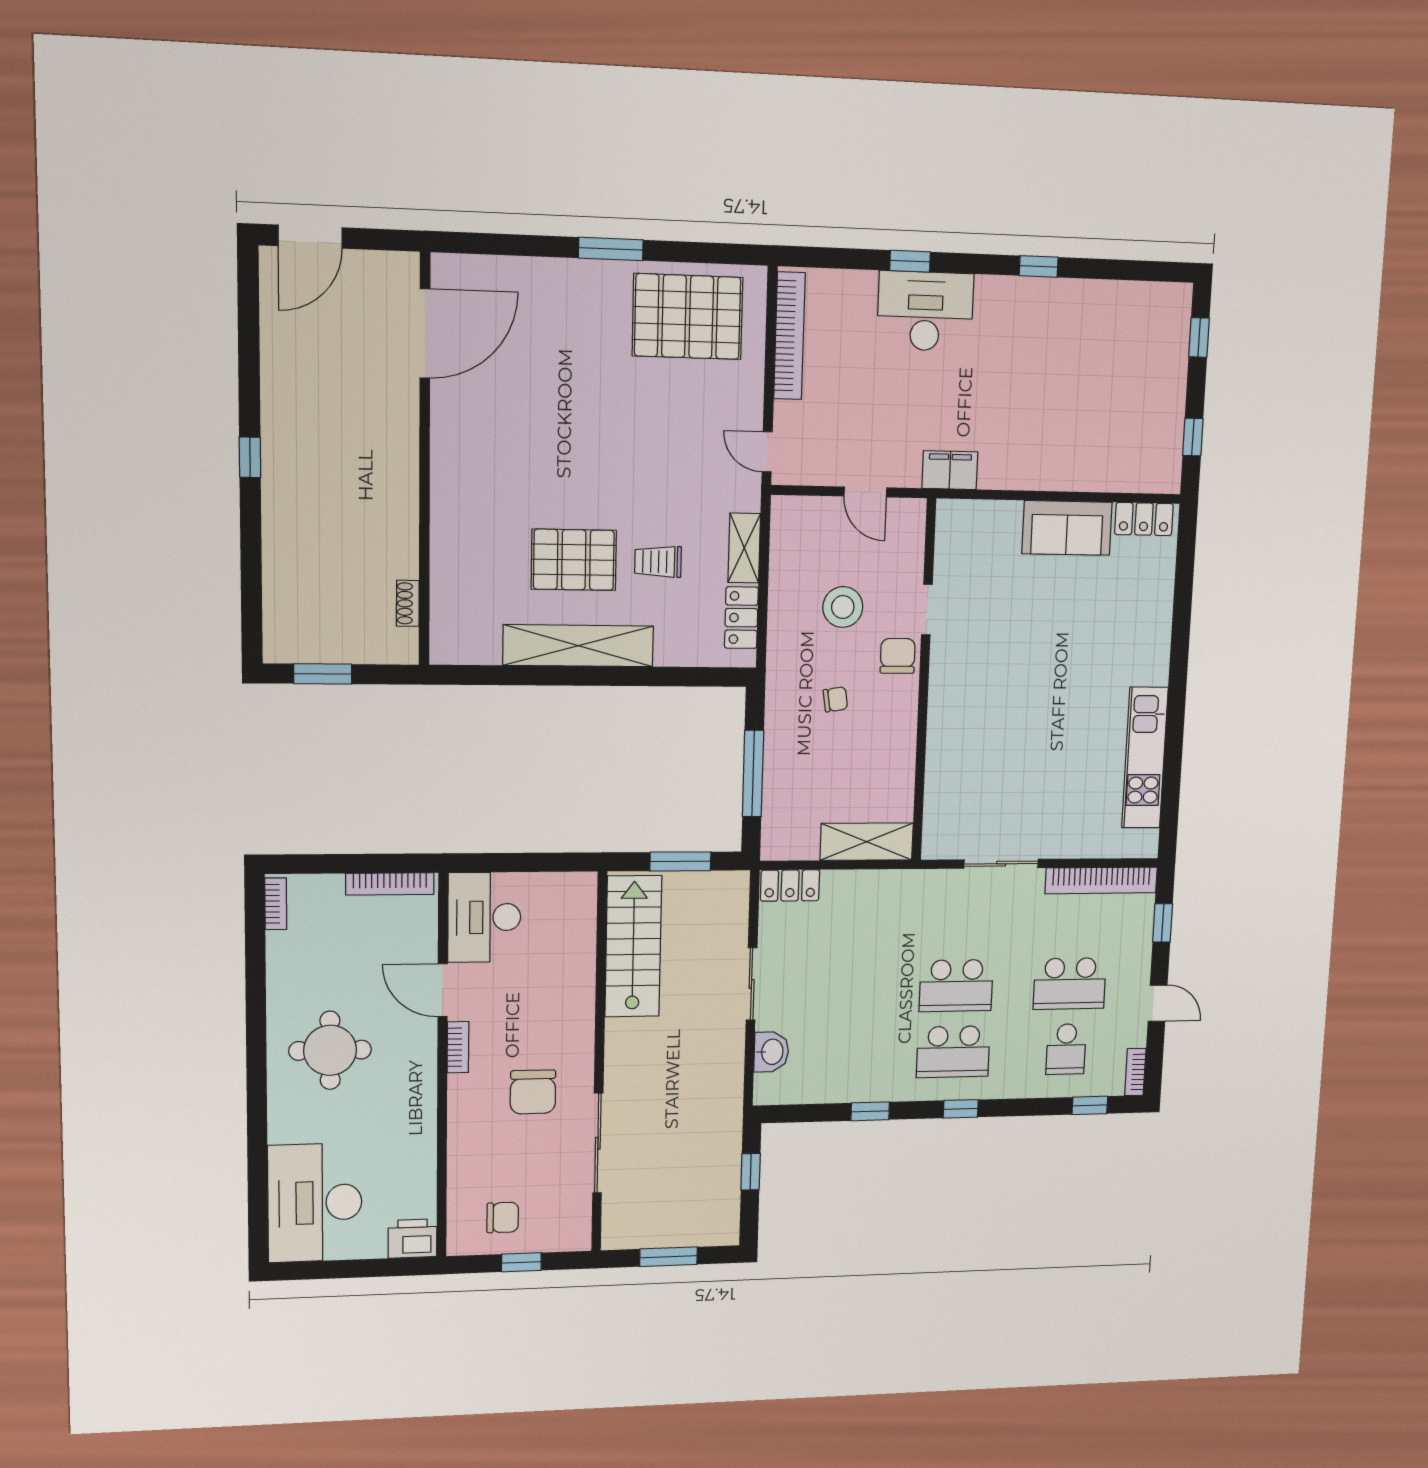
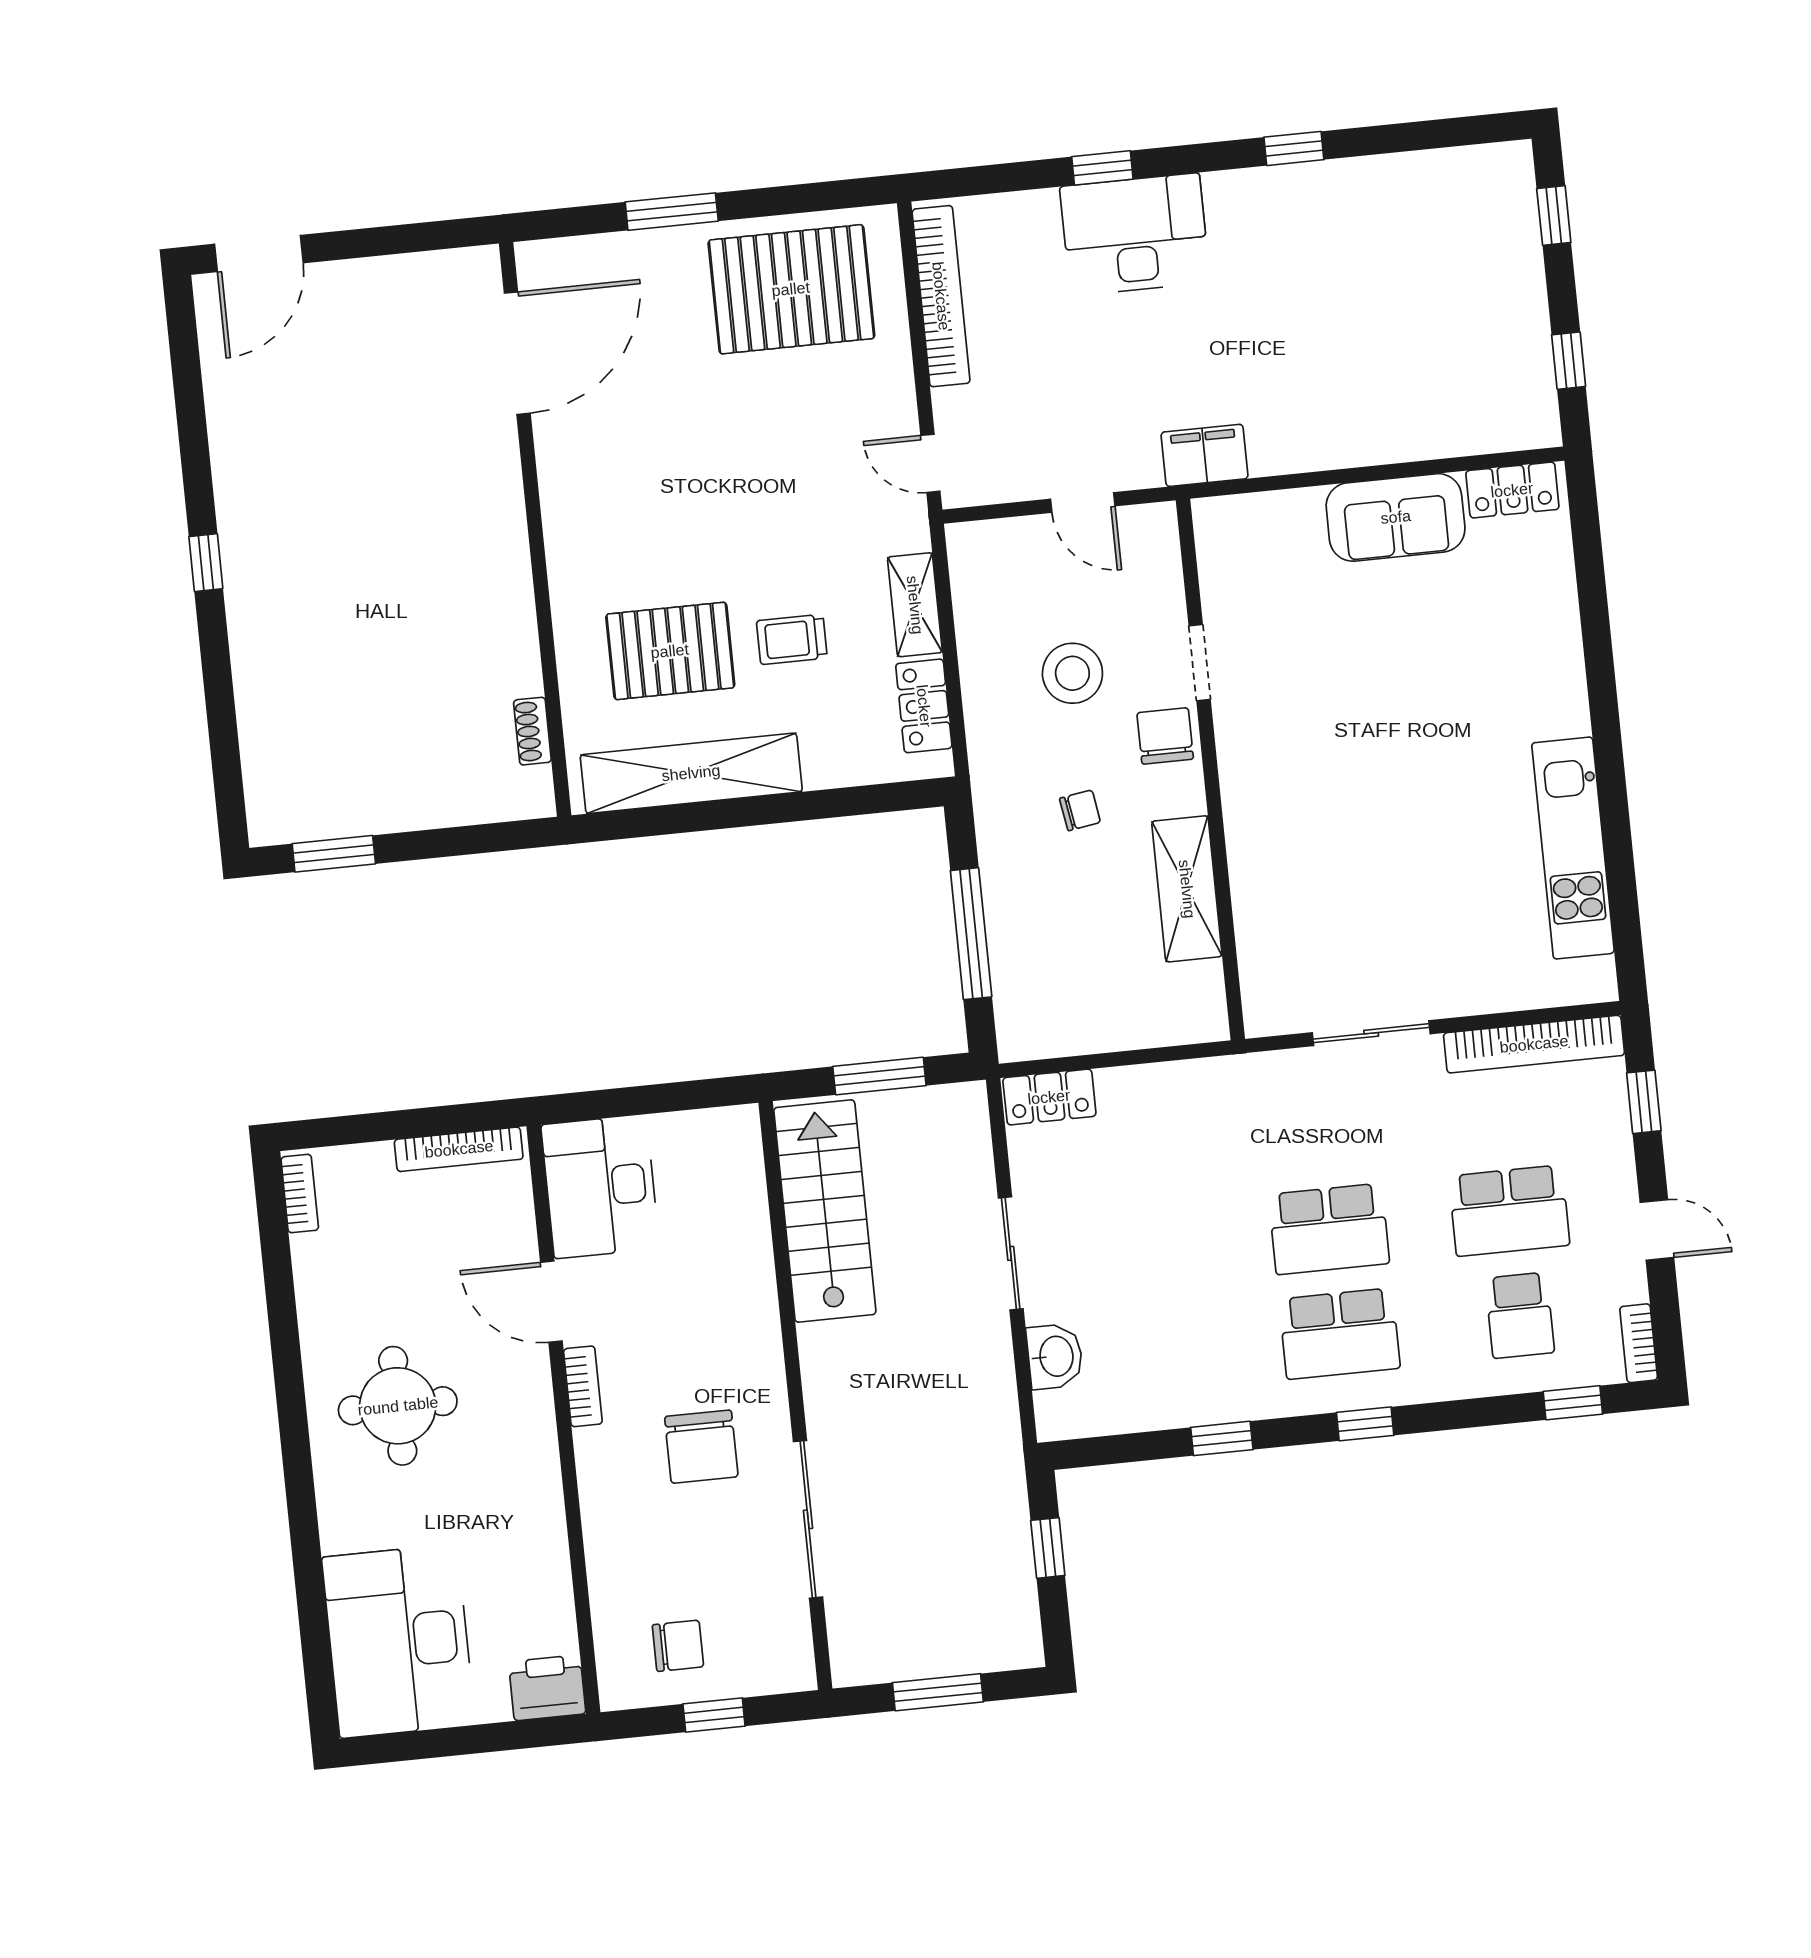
door: (425, 334) -> (517, 353), moved
wall: (425, 462) -> (535, 529), moved
shoe rack: (408, 603) -> (532, 731), moved
shelving: (867, 842) -> (1187, 889), moved, turned 90

